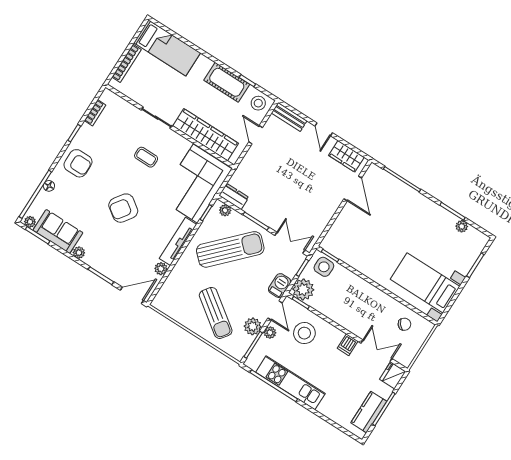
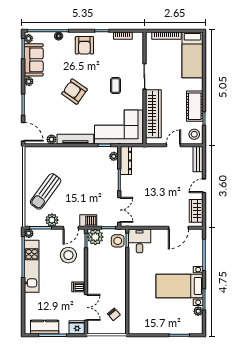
dresser: (234, 196) -> (126, 161), width x1.44
desk: (340, 242) -> (140, 241), added
sun lounger: (230, 249) -> (91, 175), removed
bed with nightstands: (425, 283) -> (179, 286), moved, turned -90
plant: (270, 333) -> (29, 233), moved

